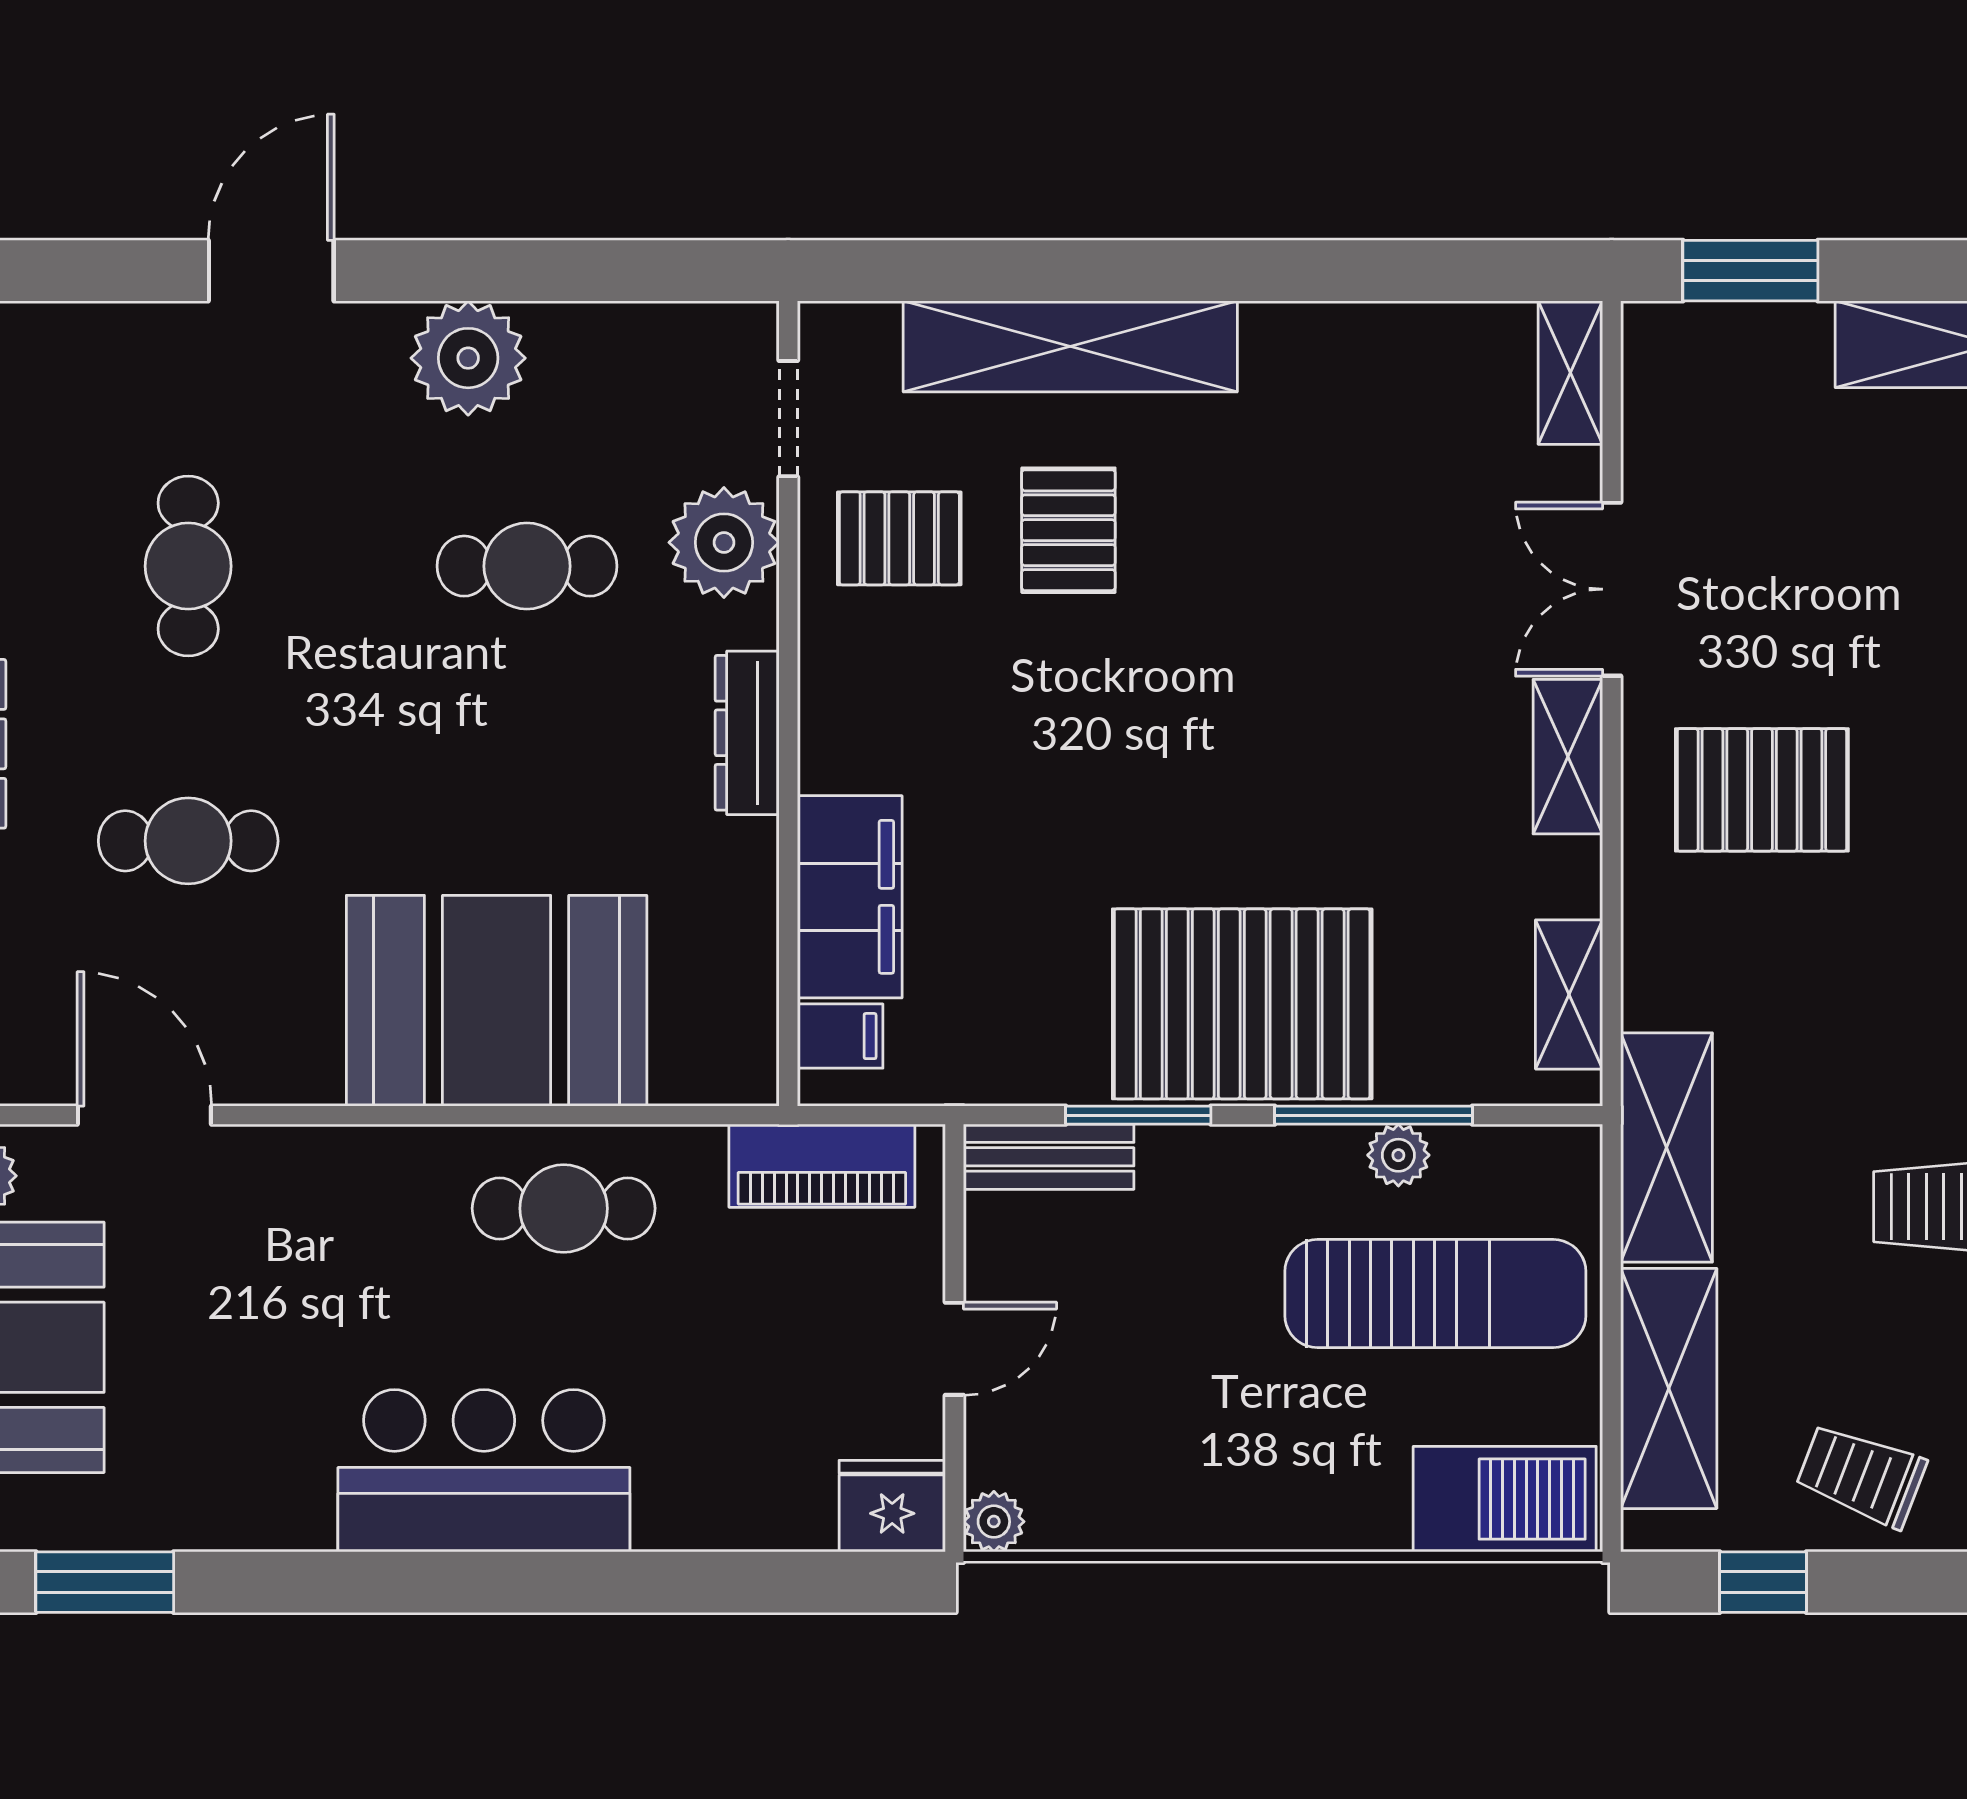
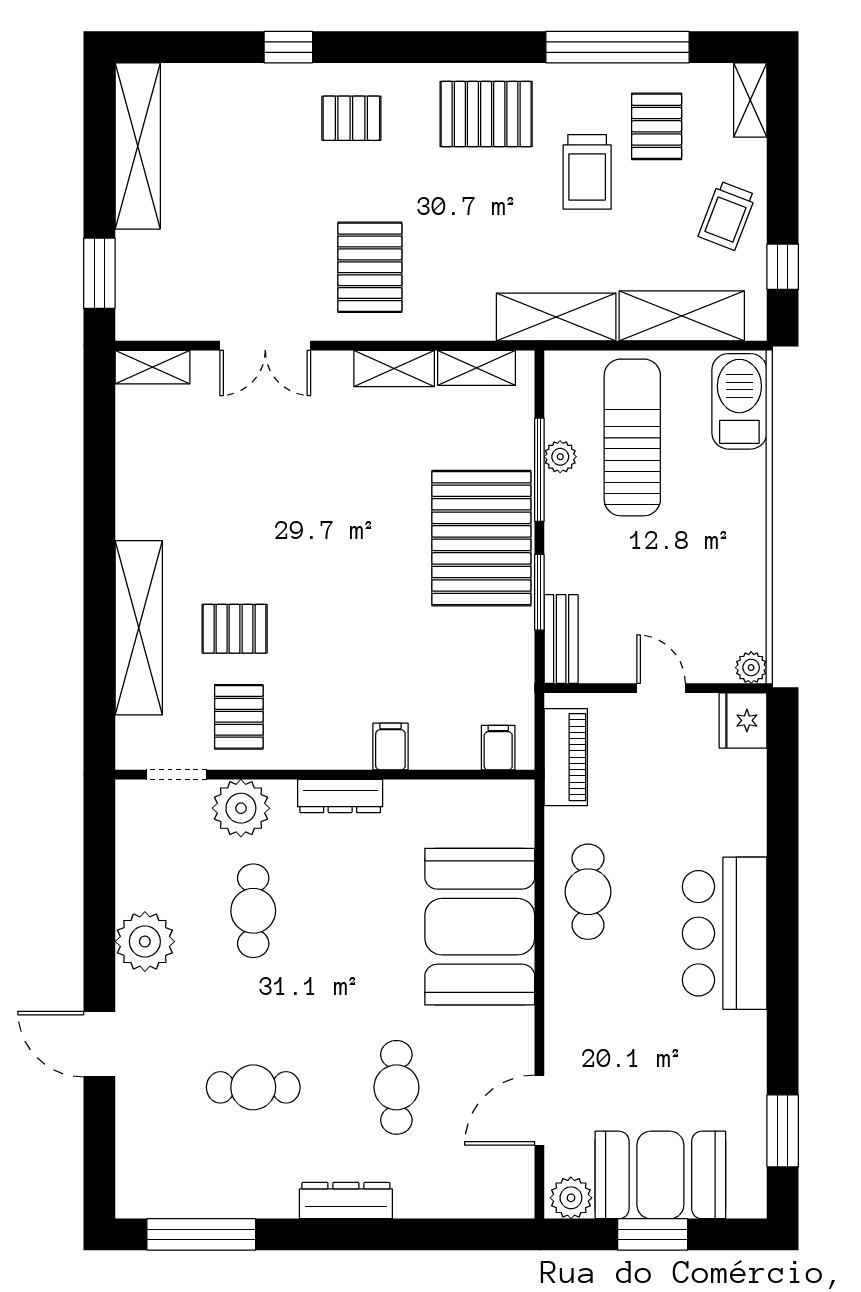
shelving: (1568, 757) -> (394, 368), moved
filing cabinet: (850, 897) -> (390, 747), width x0.33, depth x0.86

